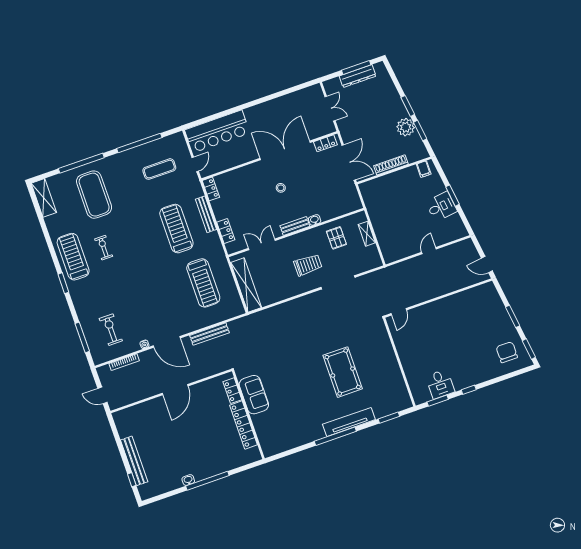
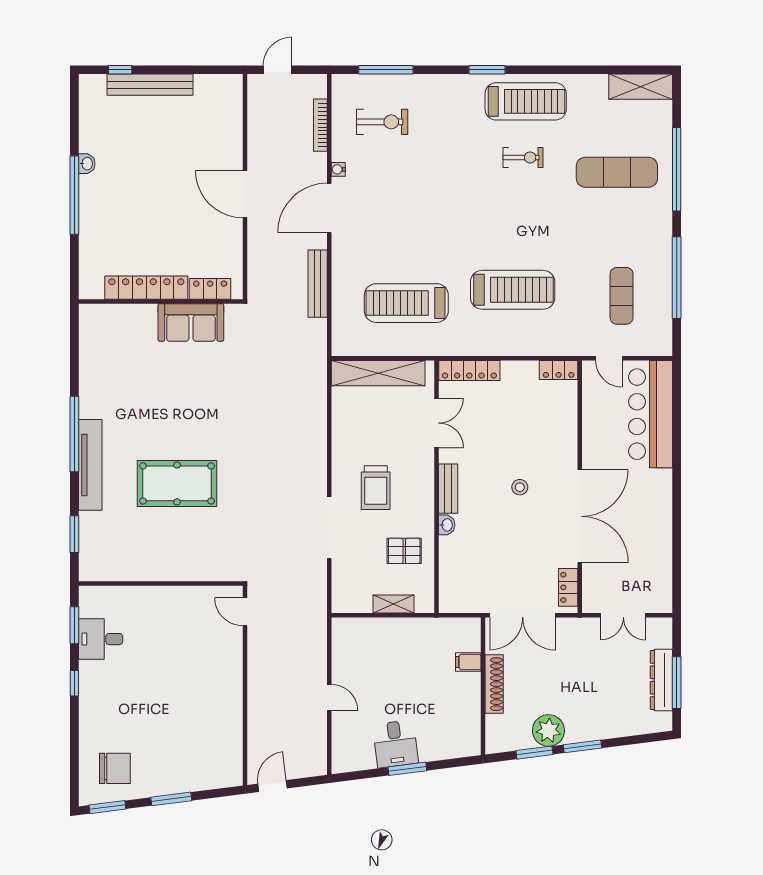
filing cabinet: (424, 169) -> (468, 662), moved
exercise mat: (94, 195) -> (617, 172), width x0.68
bench: (206, 214) -> (519, 347), removed
locker: (226, 231) -> (469, 370), width x1.53

